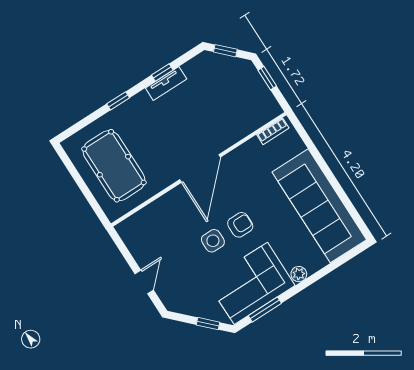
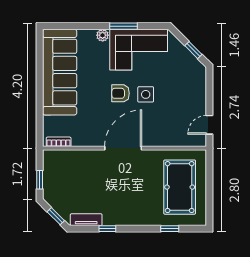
tv unit: (166, 84) -> (86, 220), moved
window: (118, 101) -> (170, 229), moved
door: (144, 282) -> (209, 125), moved
window: (265, 309) -> (124, 26), moved
window: (208, 324) -> (193, 50), moved

